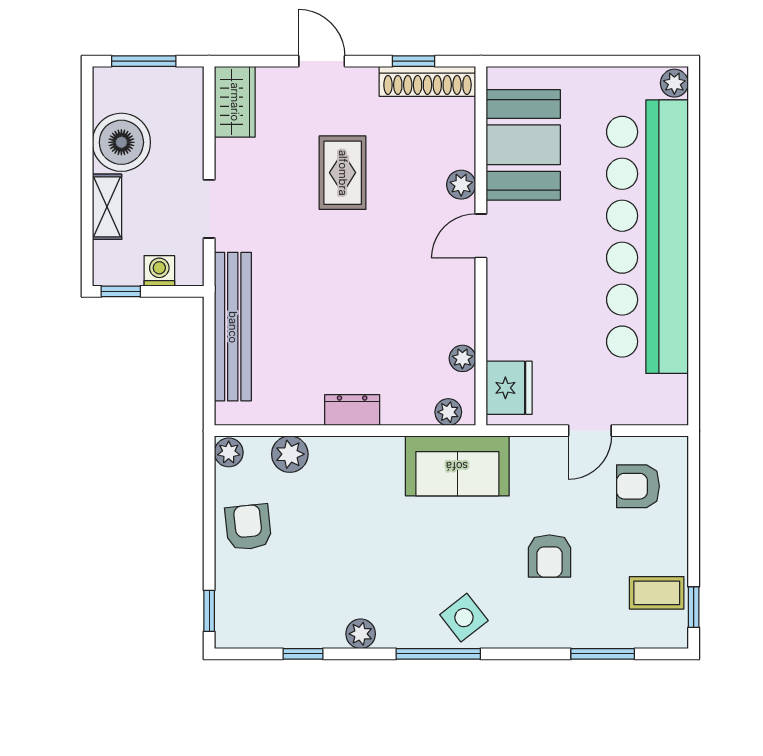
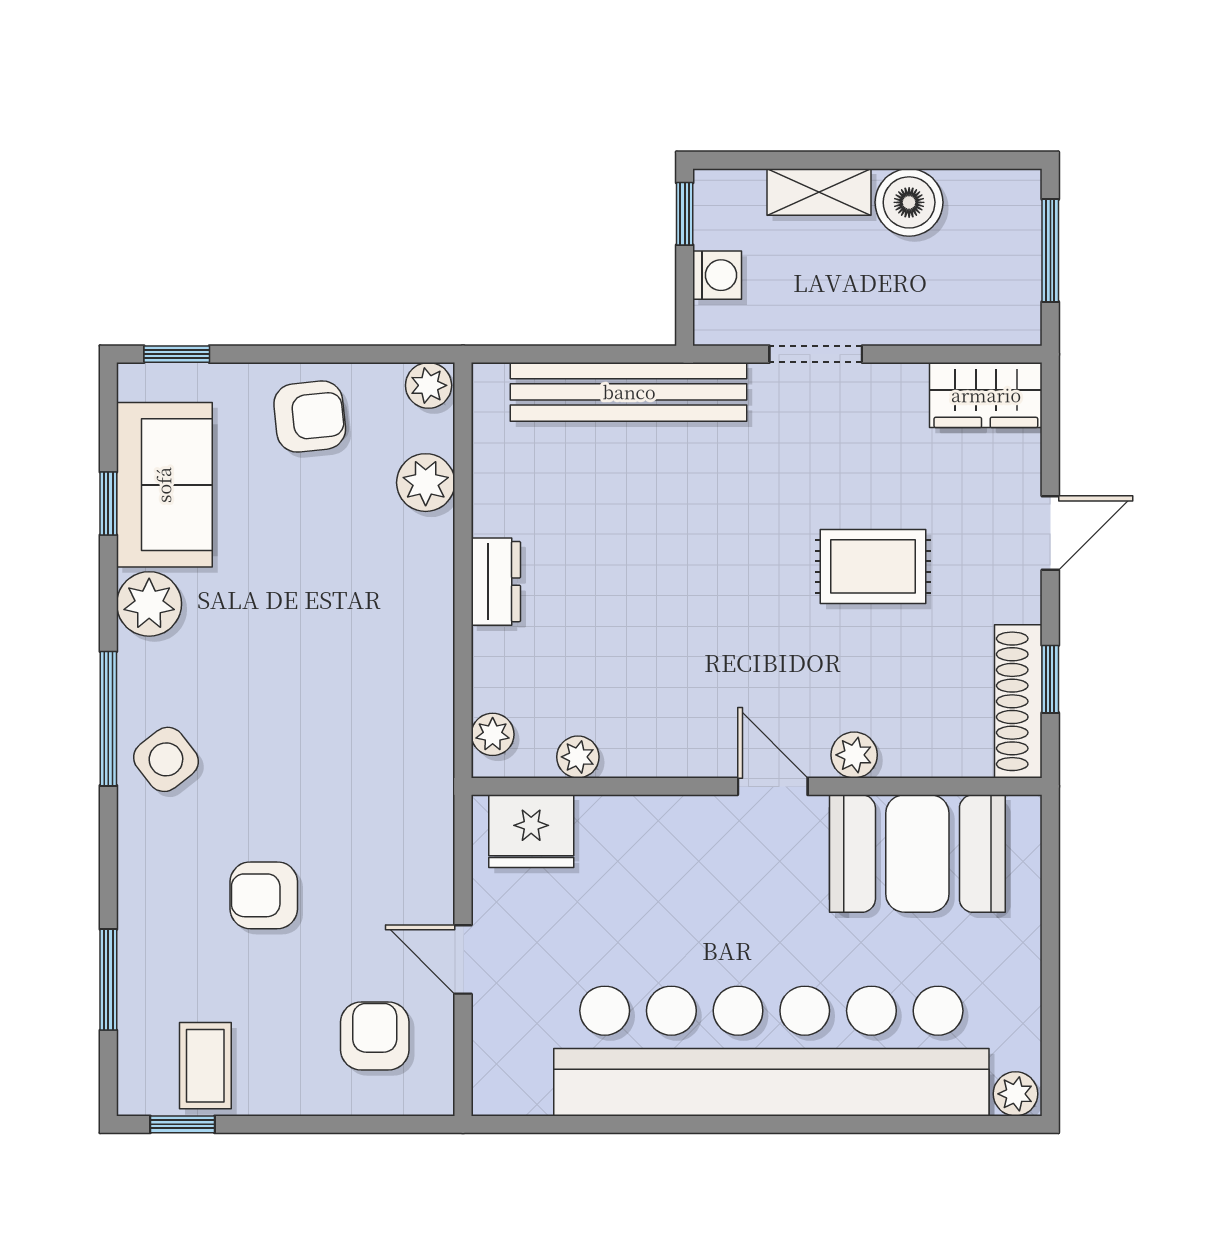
boiler: (121, 142) -> (909, 202), width x0.73, depth x0.73
sofa: (457, 466) -> (164, 485), moved, turned 180
plant: (361, 634) -> (149, 604), width x1.38, depth x1.38

